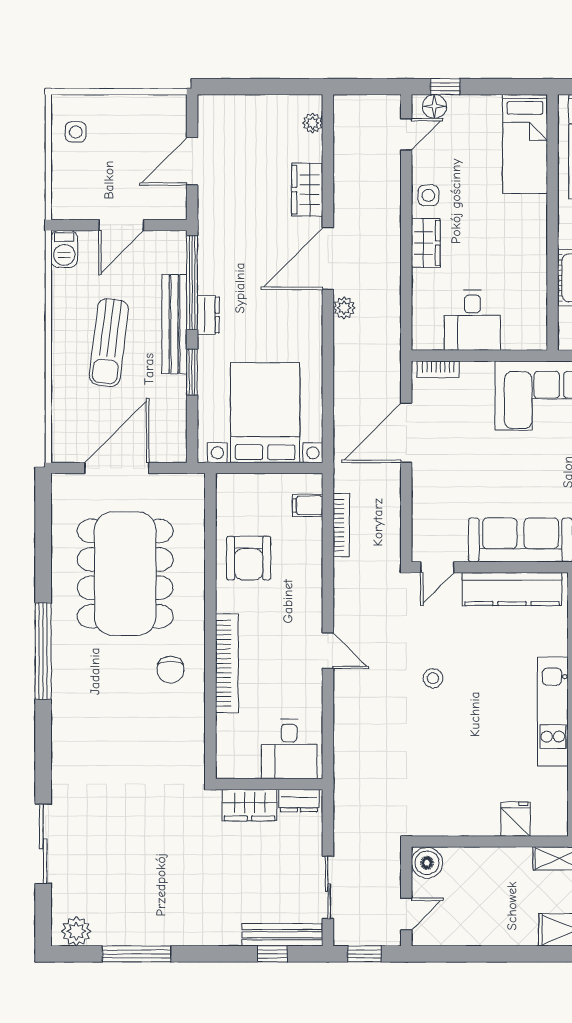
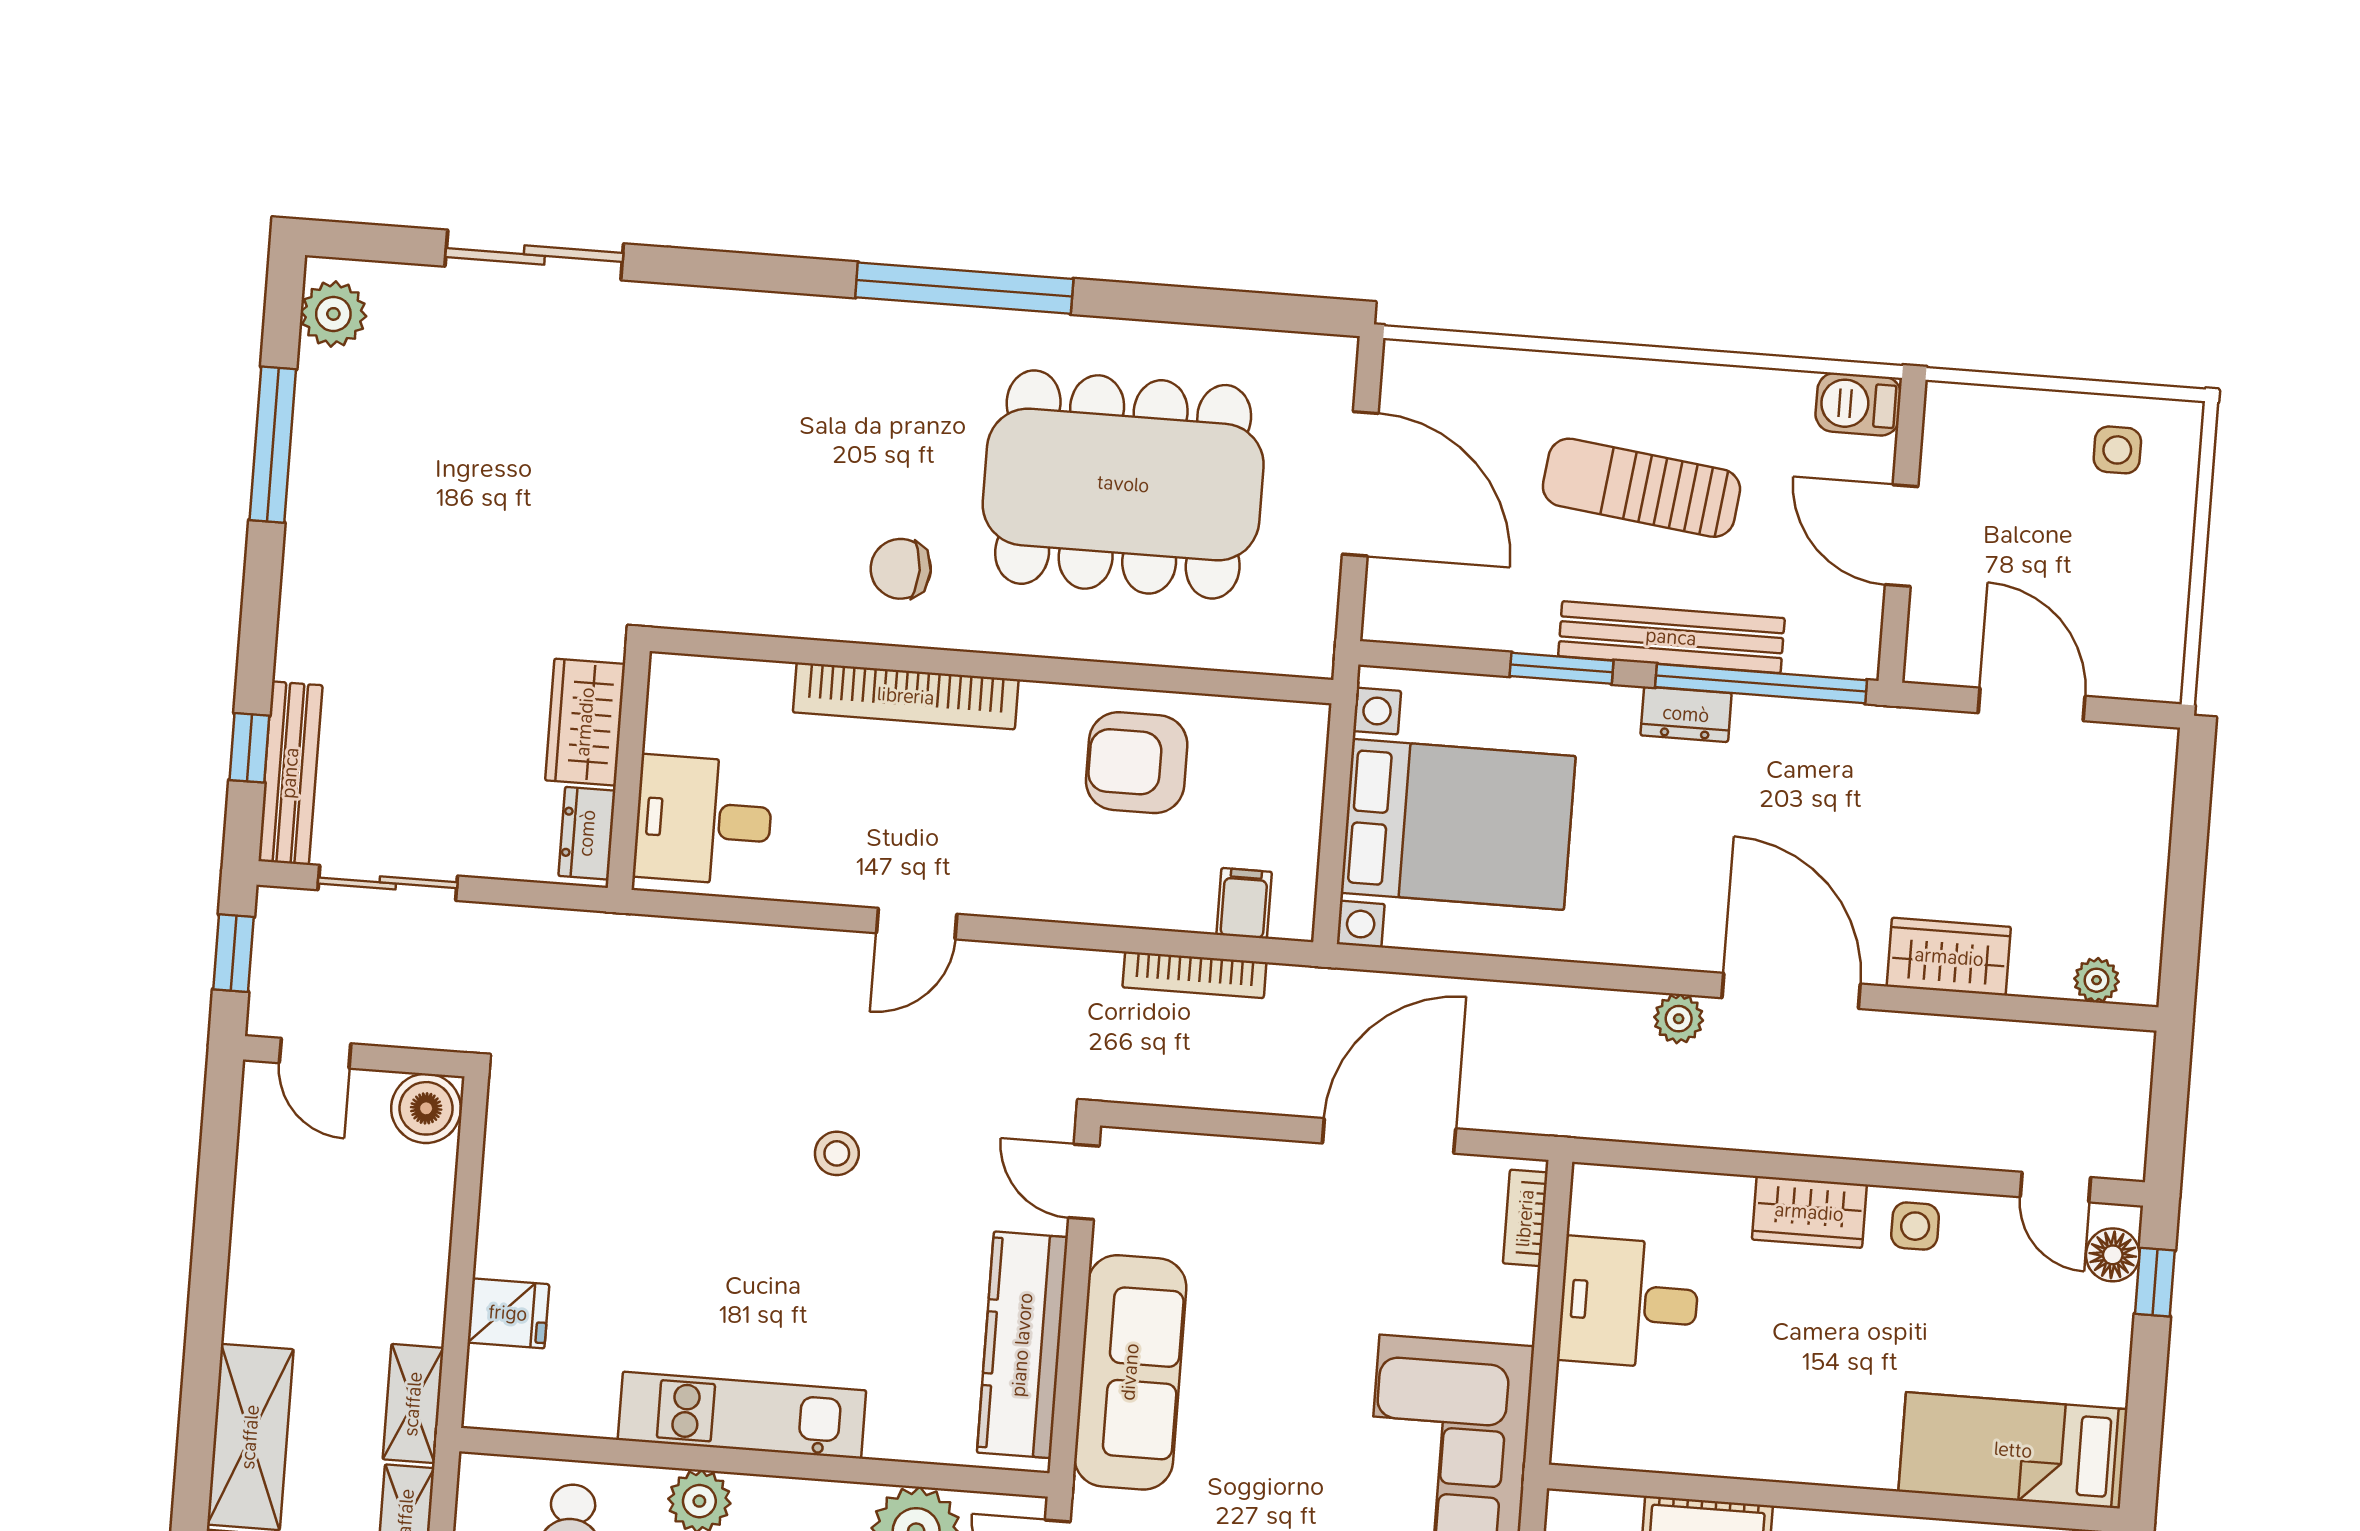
door: (406, 433) -> (1389, 1136), hinge flipped

